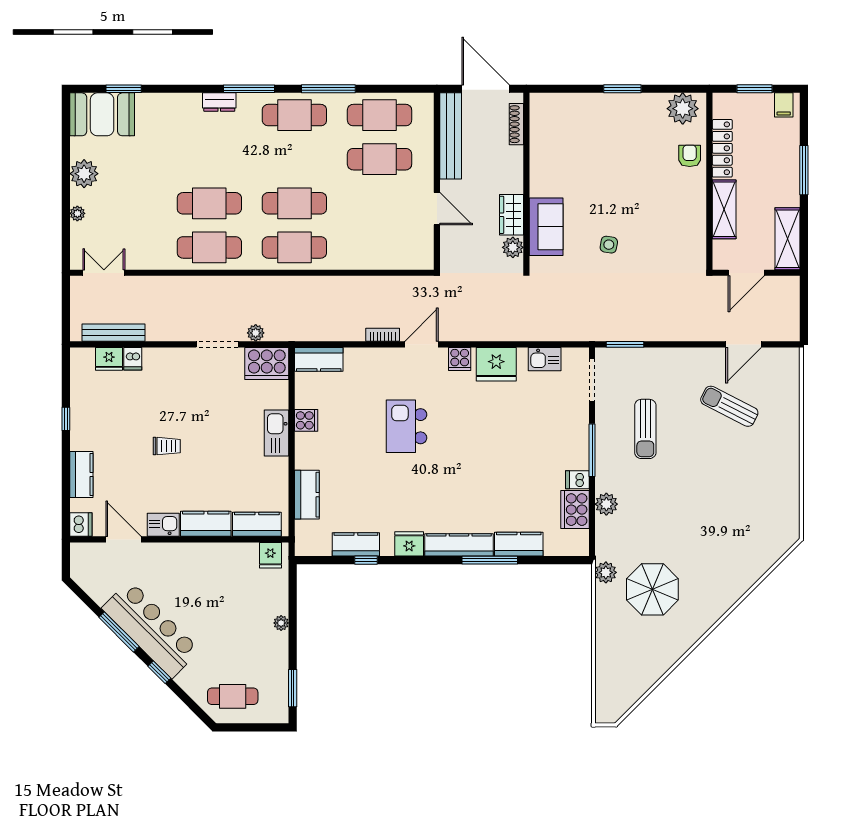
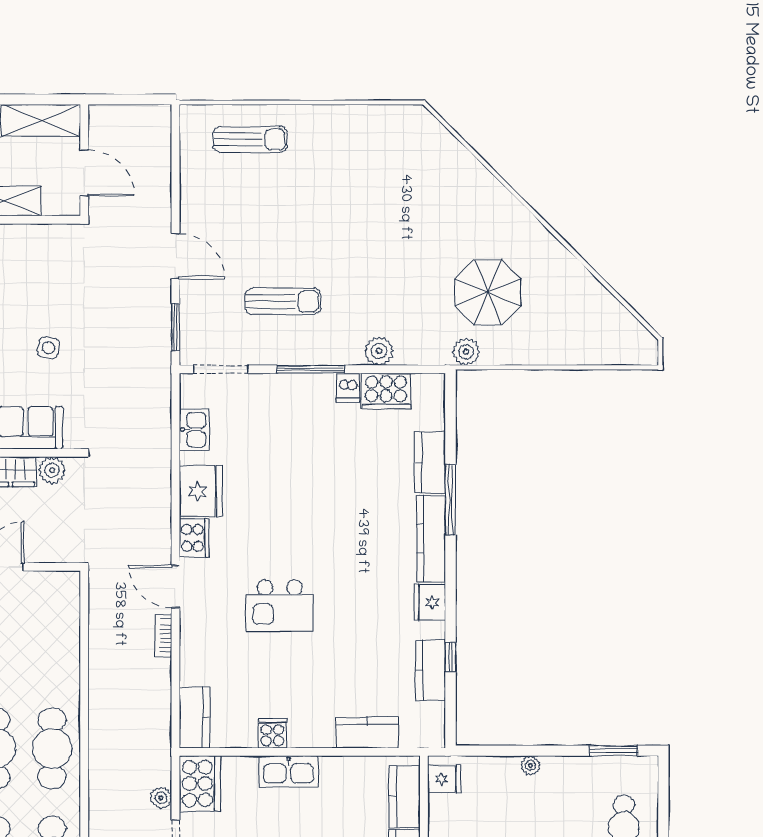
door: (744, 344) -> (176, 256), moved
cooker: (460, 359) -> (194, 538), width x1.36
sun lounger: (729, 406) -> (250, 139), moved, turned -117

